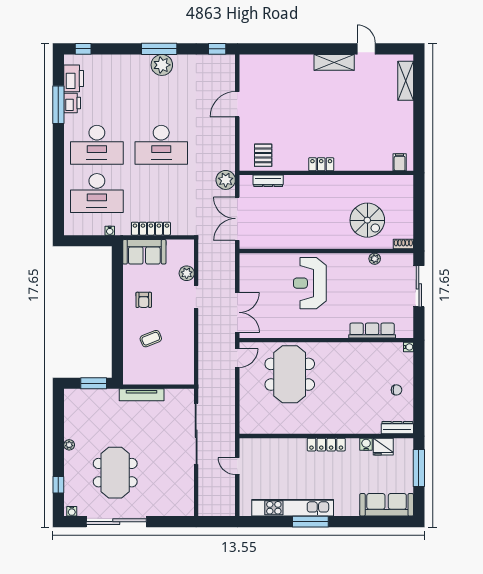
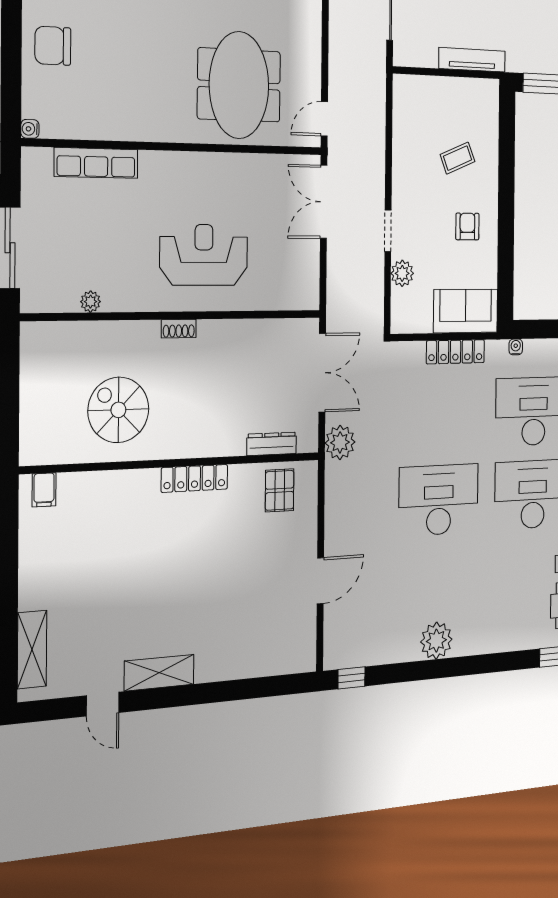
window: (159, 49) -> (440, 668), removed
locker: (321, 164) -> (195, 478), width x1.53
spiral stairs: (367, 220) -> (118, 410), moved
shoe rack: (403, 244) -> (179, 329), moved
reception desk: (310, 283) -> (204, 255), turned -90
chair: (396, 390) -> (53, 46), width x1.87, depth x1.87

